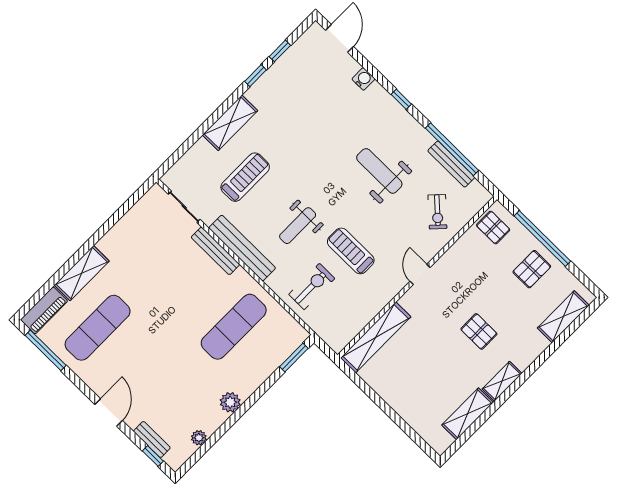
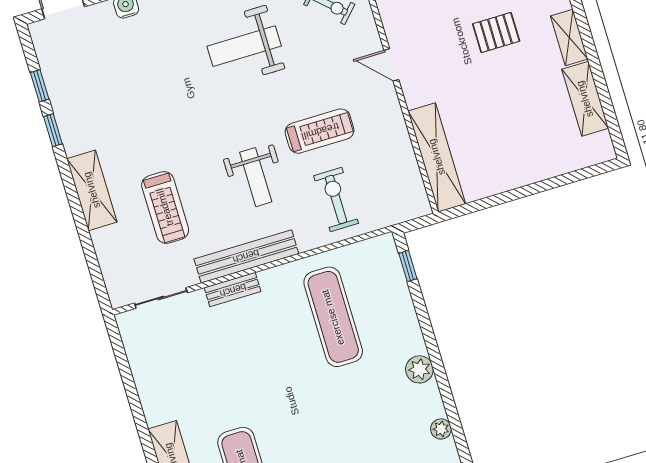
treadmill: (245, 177) -> (165, 207), turned 180
bench: (215, 251) -> (233, 290), width x0.73
treadmill: (351, 251) -> (320, 131), turned 180
window: (294, 358) -> (408, 266), width x0.67

